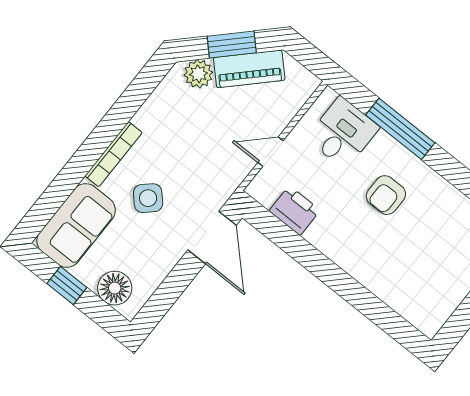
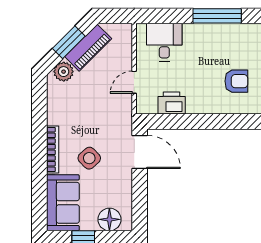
window: (400, 129) -> (217, 16), moved
armchair: (386, 195) -> (236, 81), moved, turned -90

